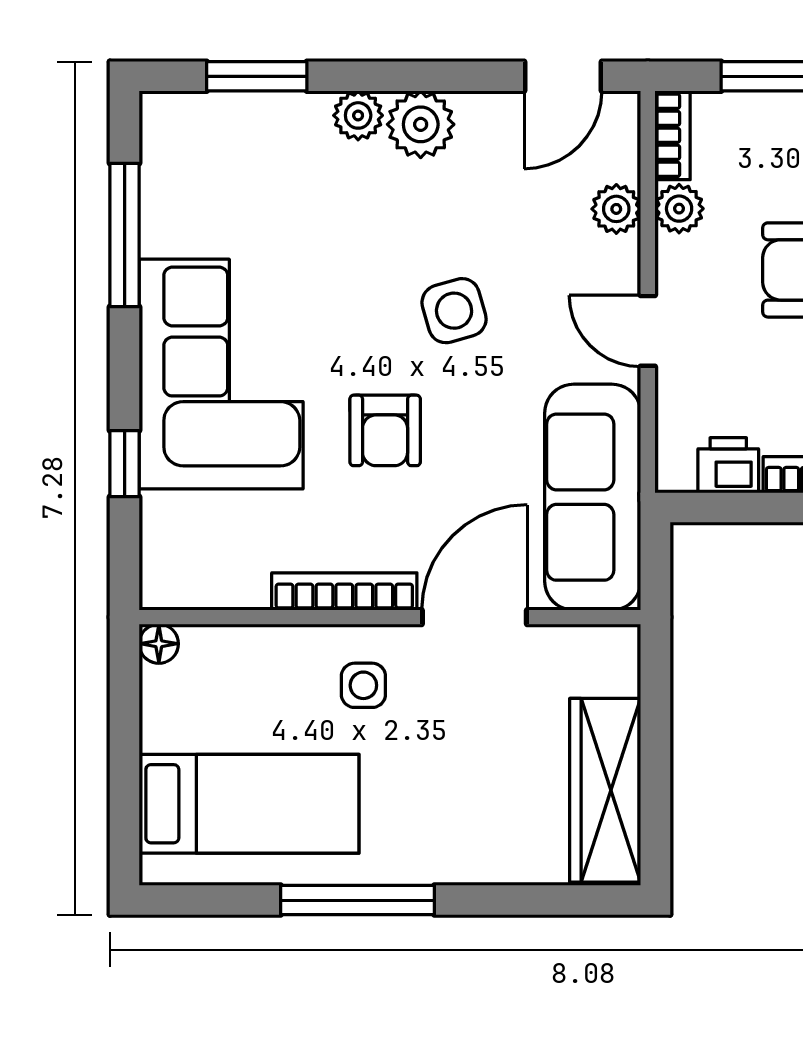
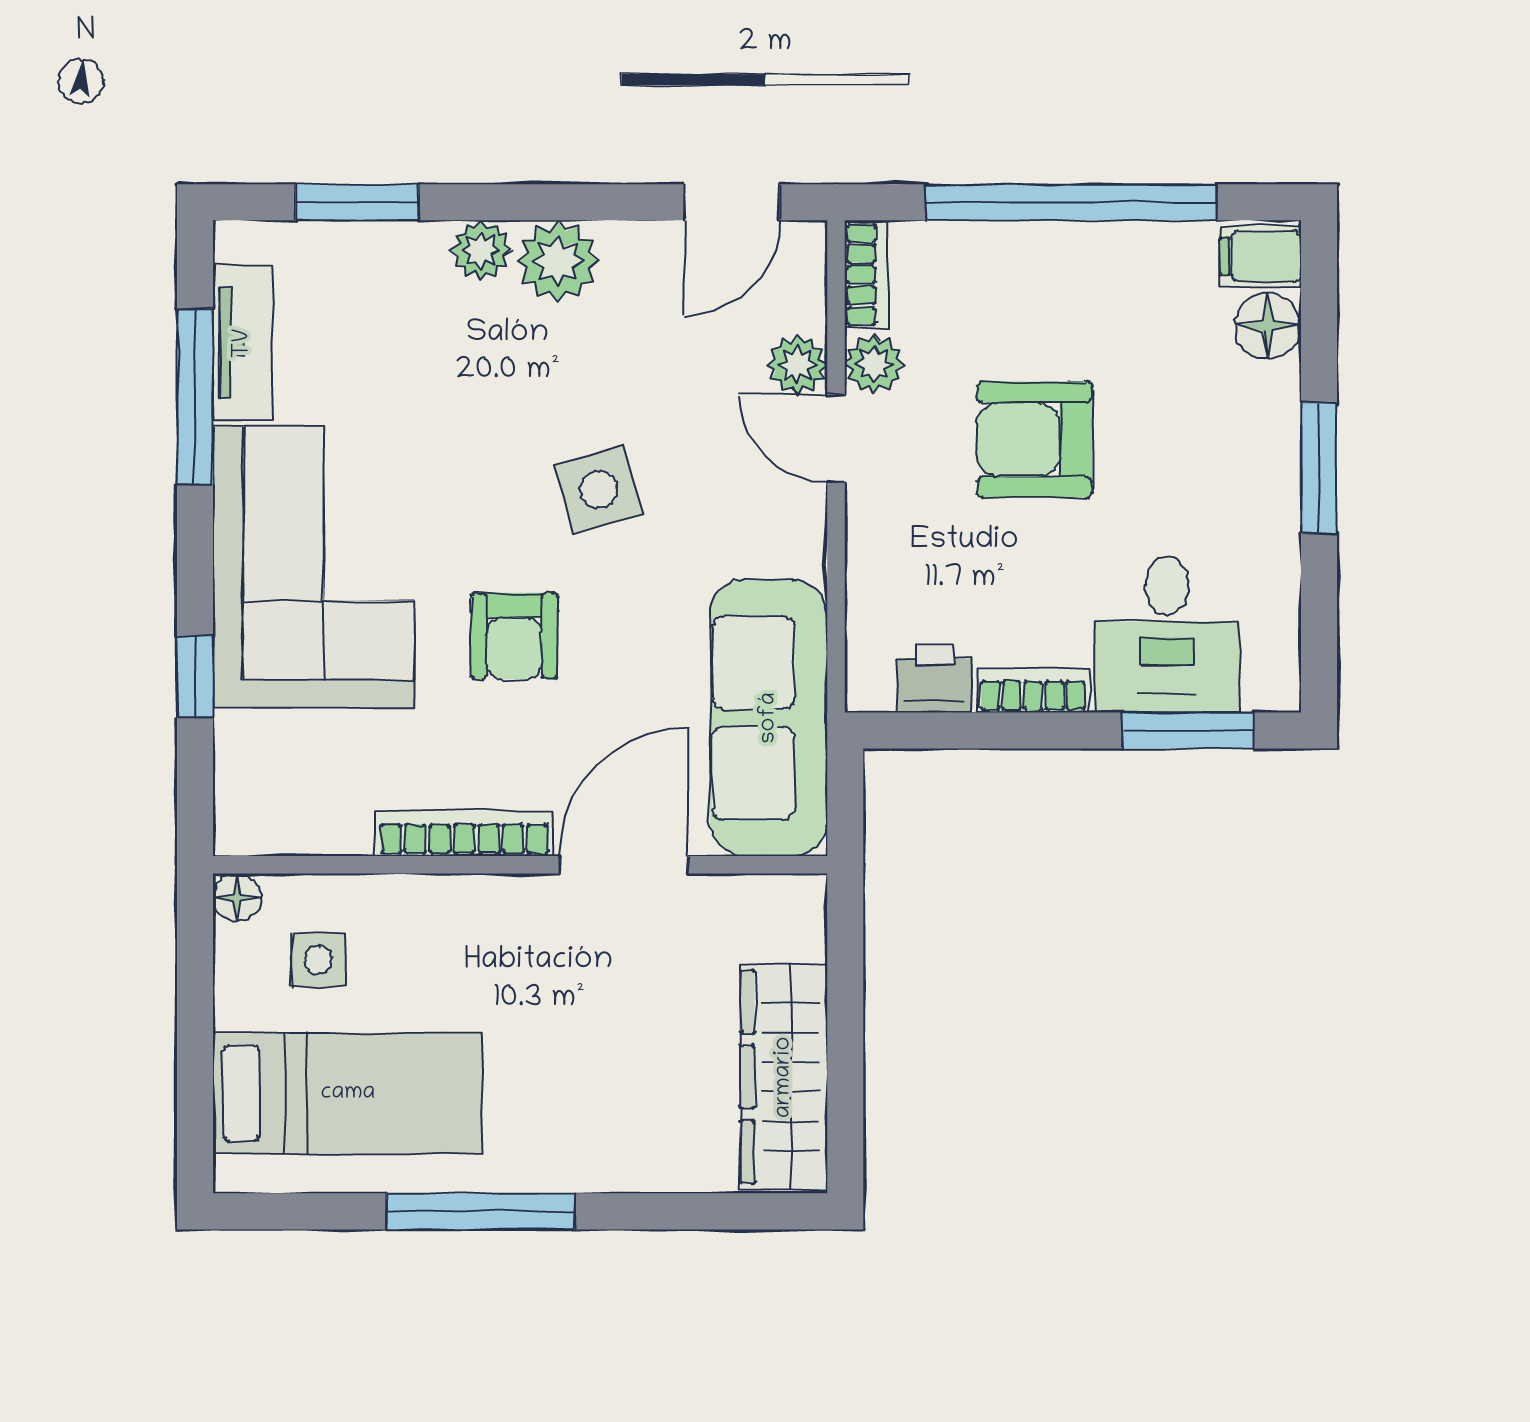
tv unit: (163, 191) -> (243, 343), added
door: (648, 331) -> (836, 439), moved
side table: (363, 685) -> (319, 960), moved

